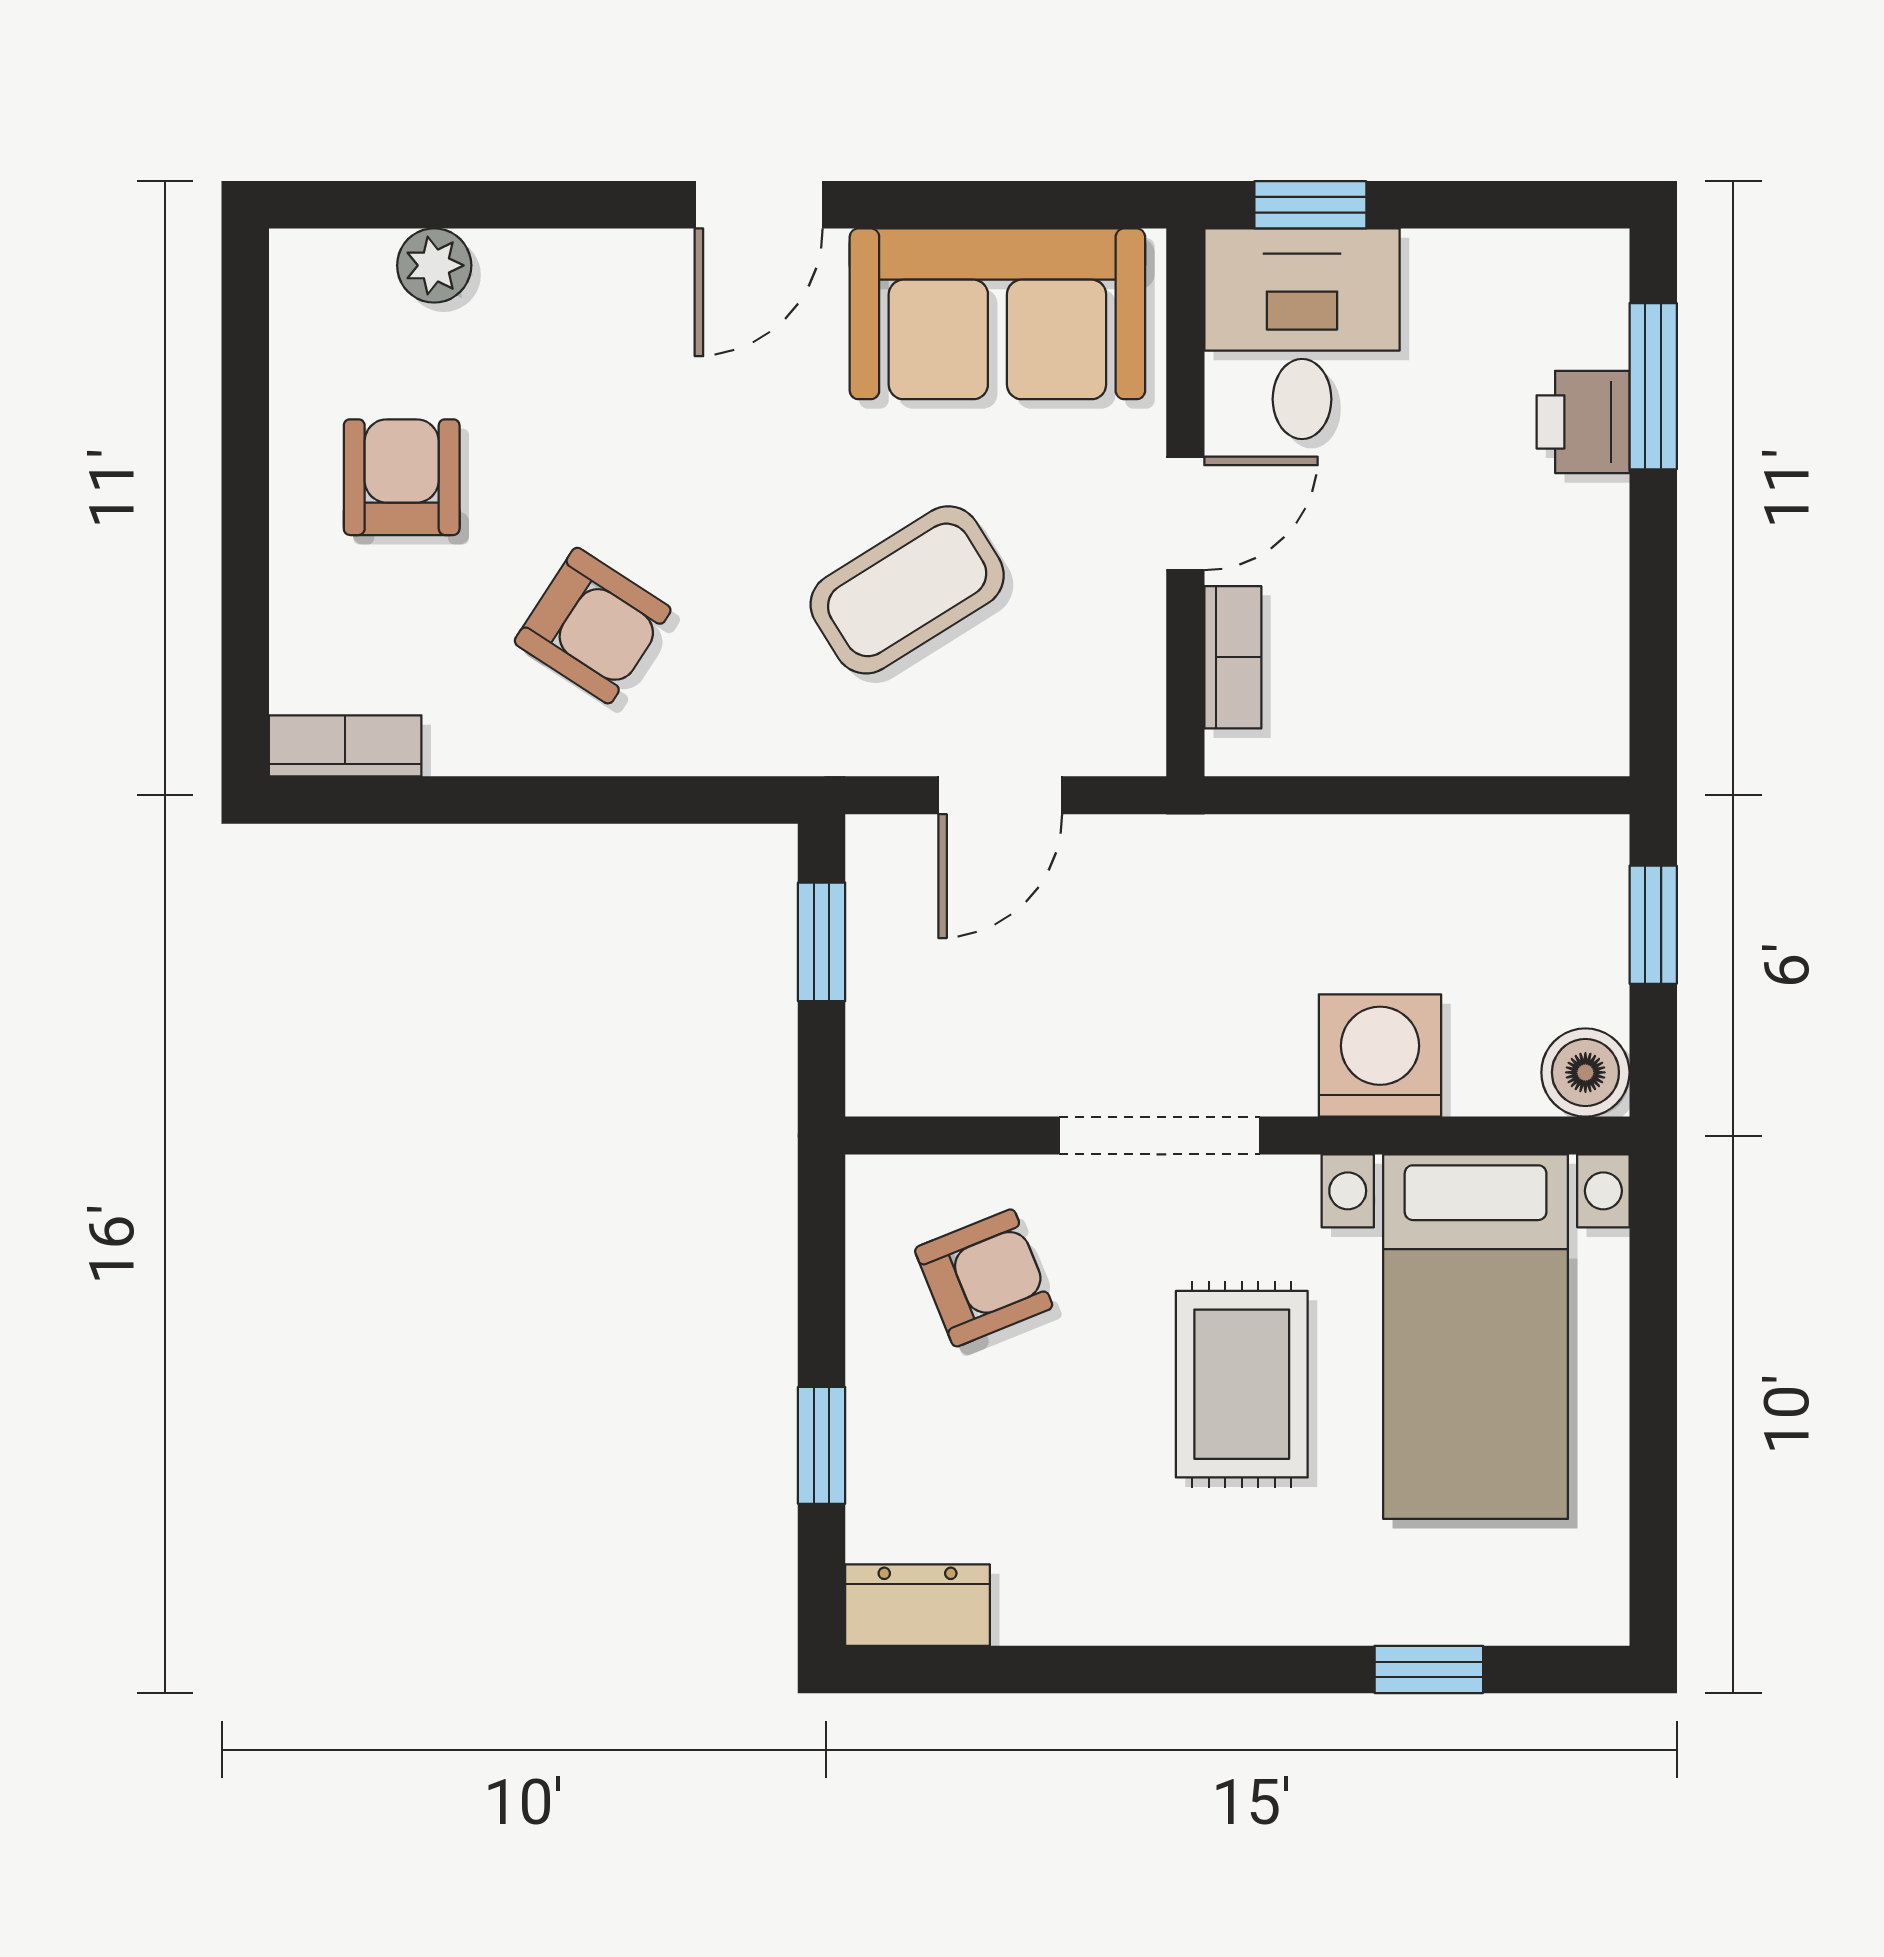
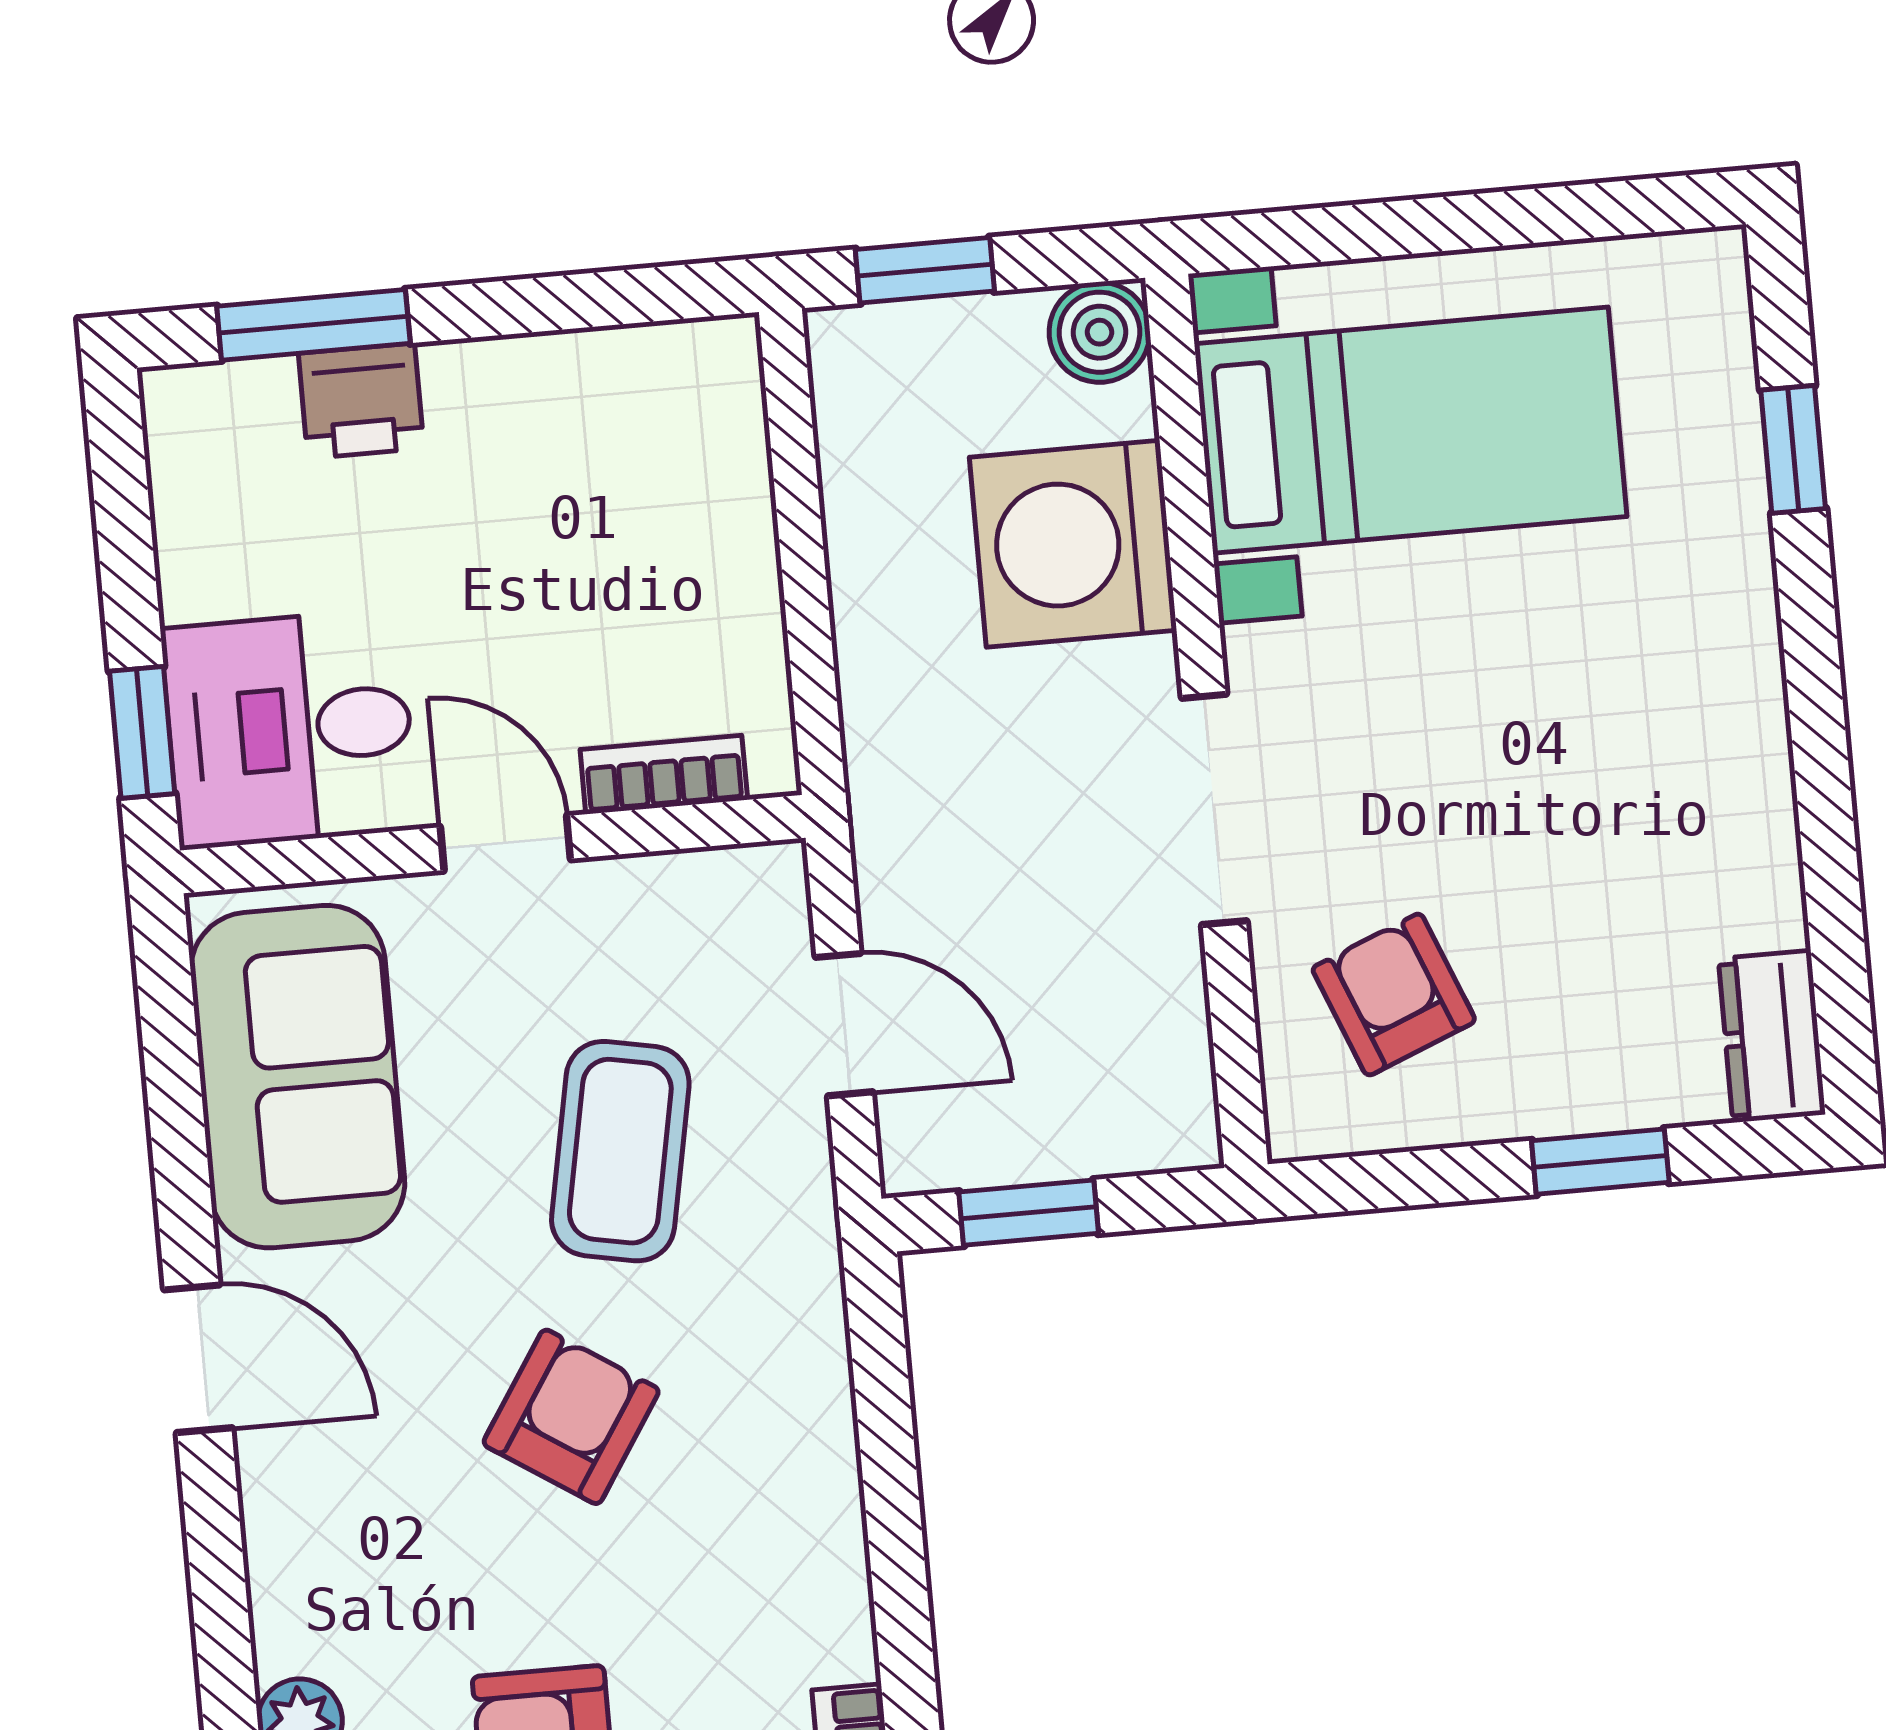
coffee table: (907, 590) -> (620, 1151), turned 43
armchair: (593, 626) -> (571, 1417), moved
washing machine: (1380, 1055) -> (1073, 544), width x1.37, depth x1.37
rug: (1242, 1384) -> (1488, 691), removed

